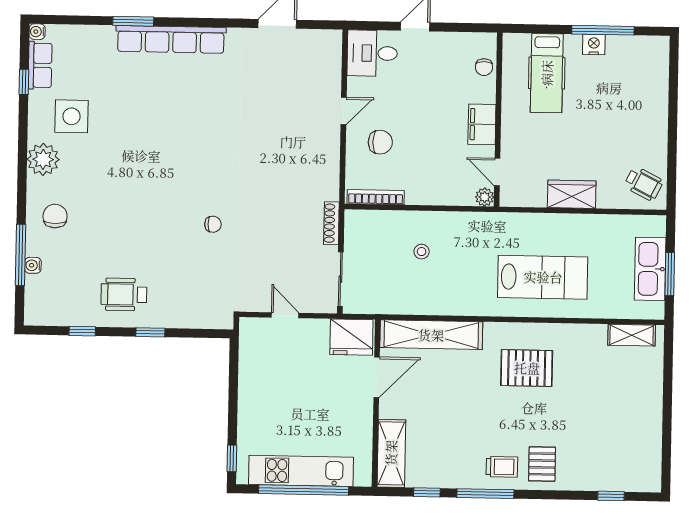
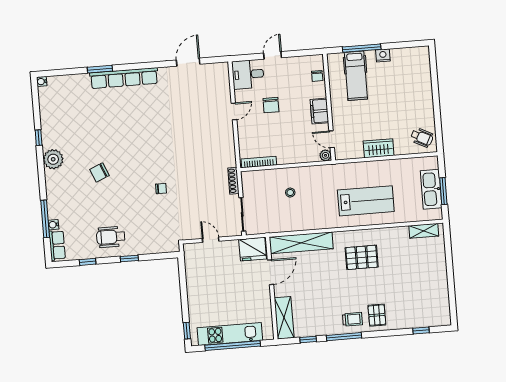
window: (603, 30) -> (362, 48), moved
row of seats: (40, 65) -> (57, 245), moved
window: (24, 82) -> (39, 138), moved
side table: (72, 116) -> (68, 131), removed
chair: (380, 142) -> (271, 105), moved, turned 90
chair: (55, 216) -> (99, 172), moved, turned -113

